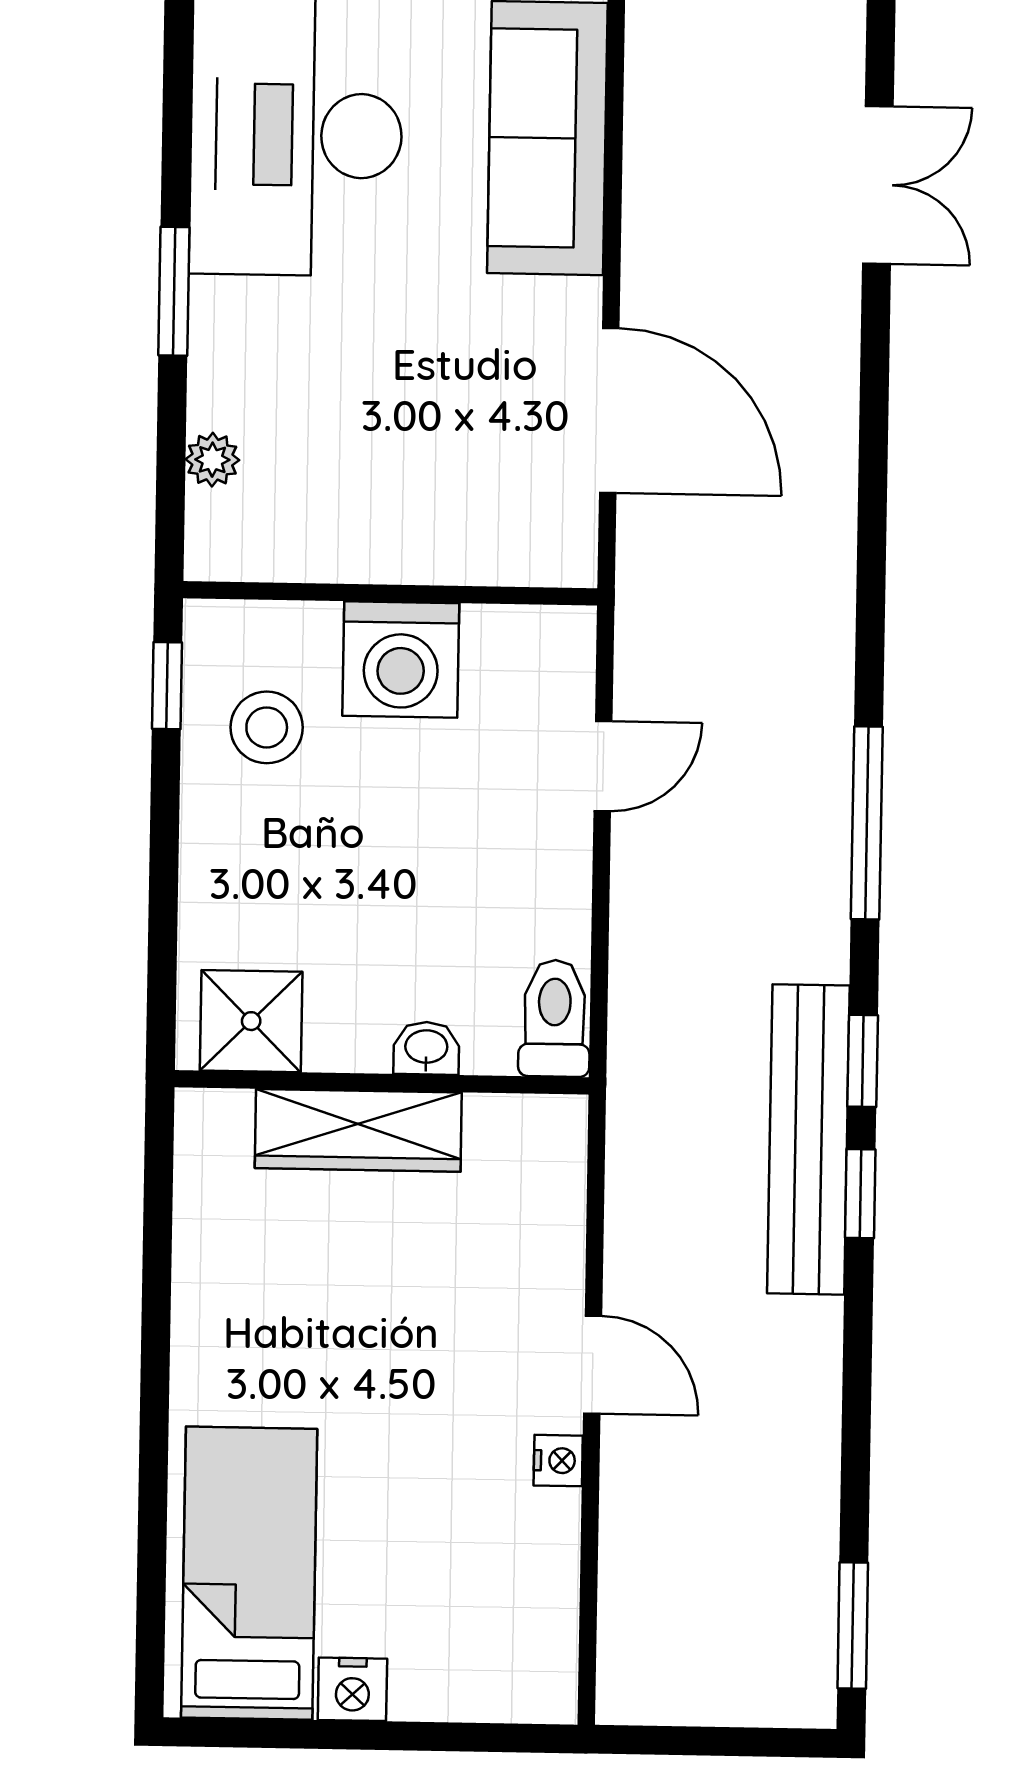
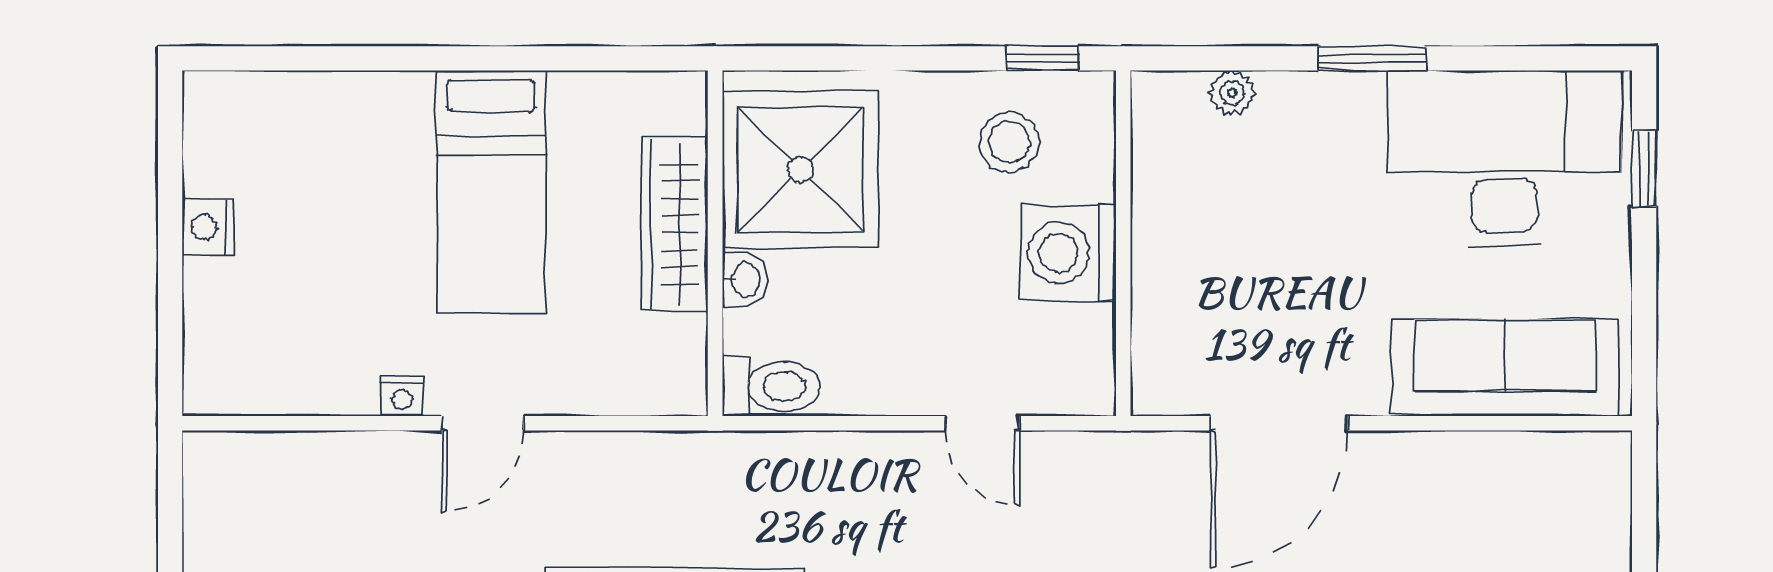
shower: (251, 1021) -> (801, 170), width x1.86, depth x1.86
bed: (249, 1573) -> (491, 192), moved, turned 90

